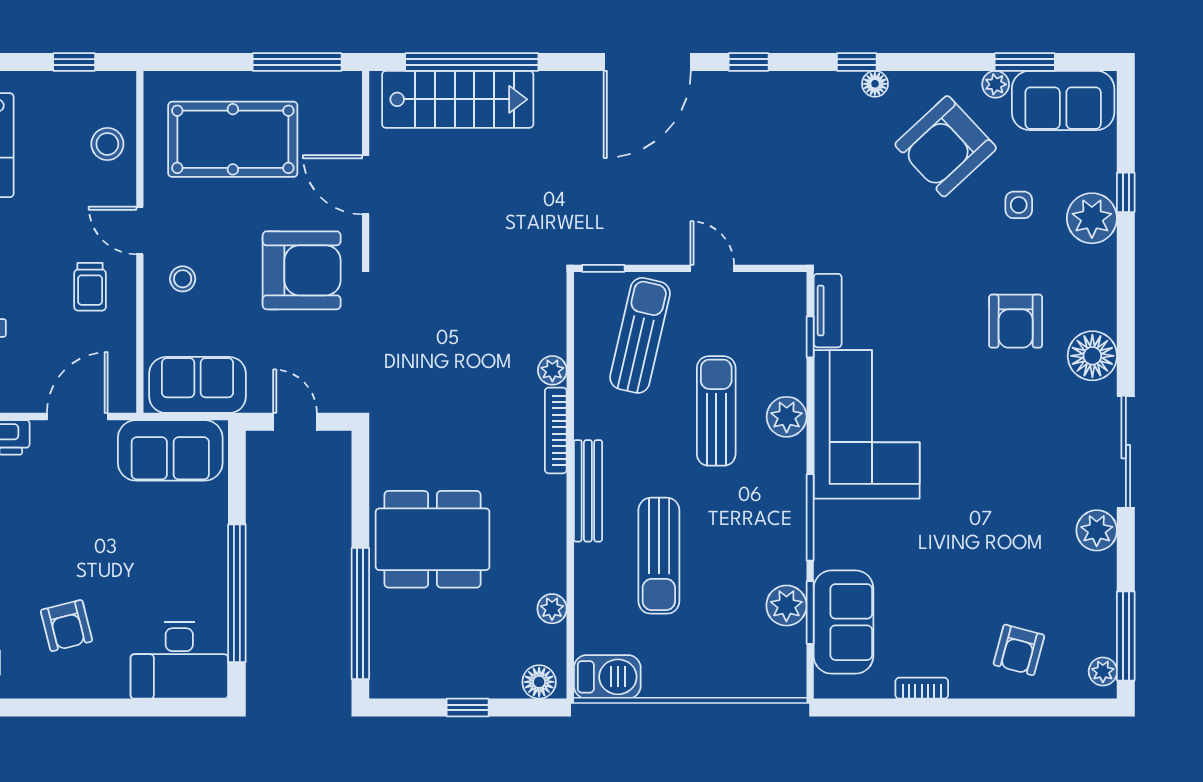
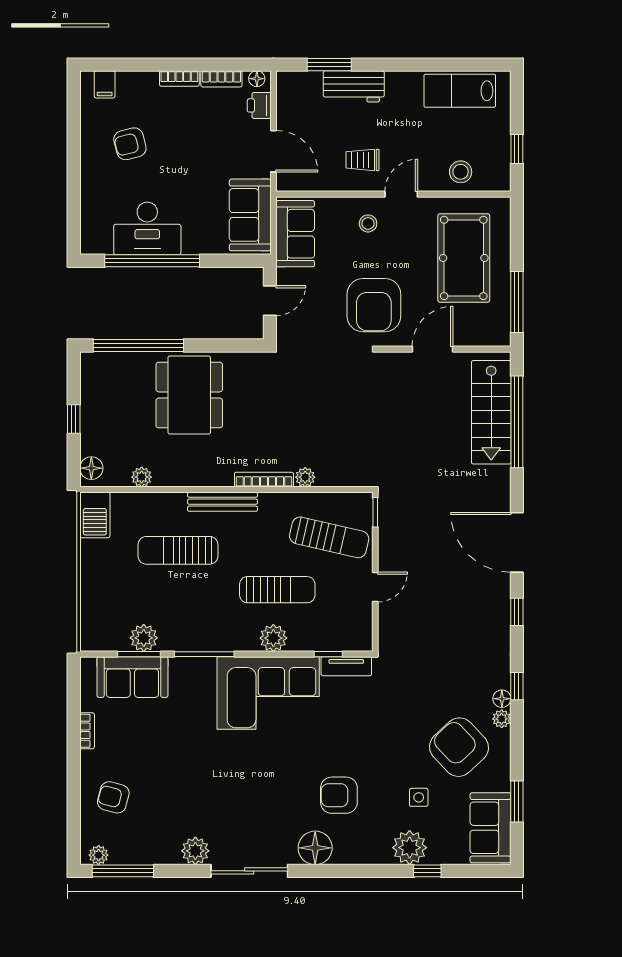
plant: (996, 84) -> (502, 719), moved
desk: (179, 660) -> (147, 228), moved, turned -90

